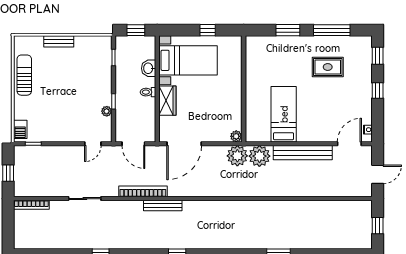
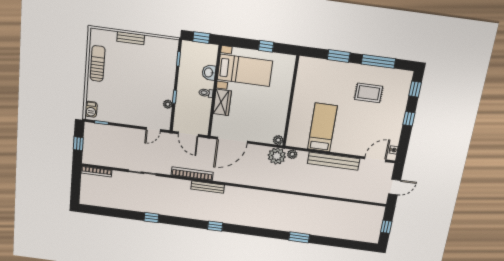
plant: (259, 156) -> (292, 154), width x0.53, depth x0.53

